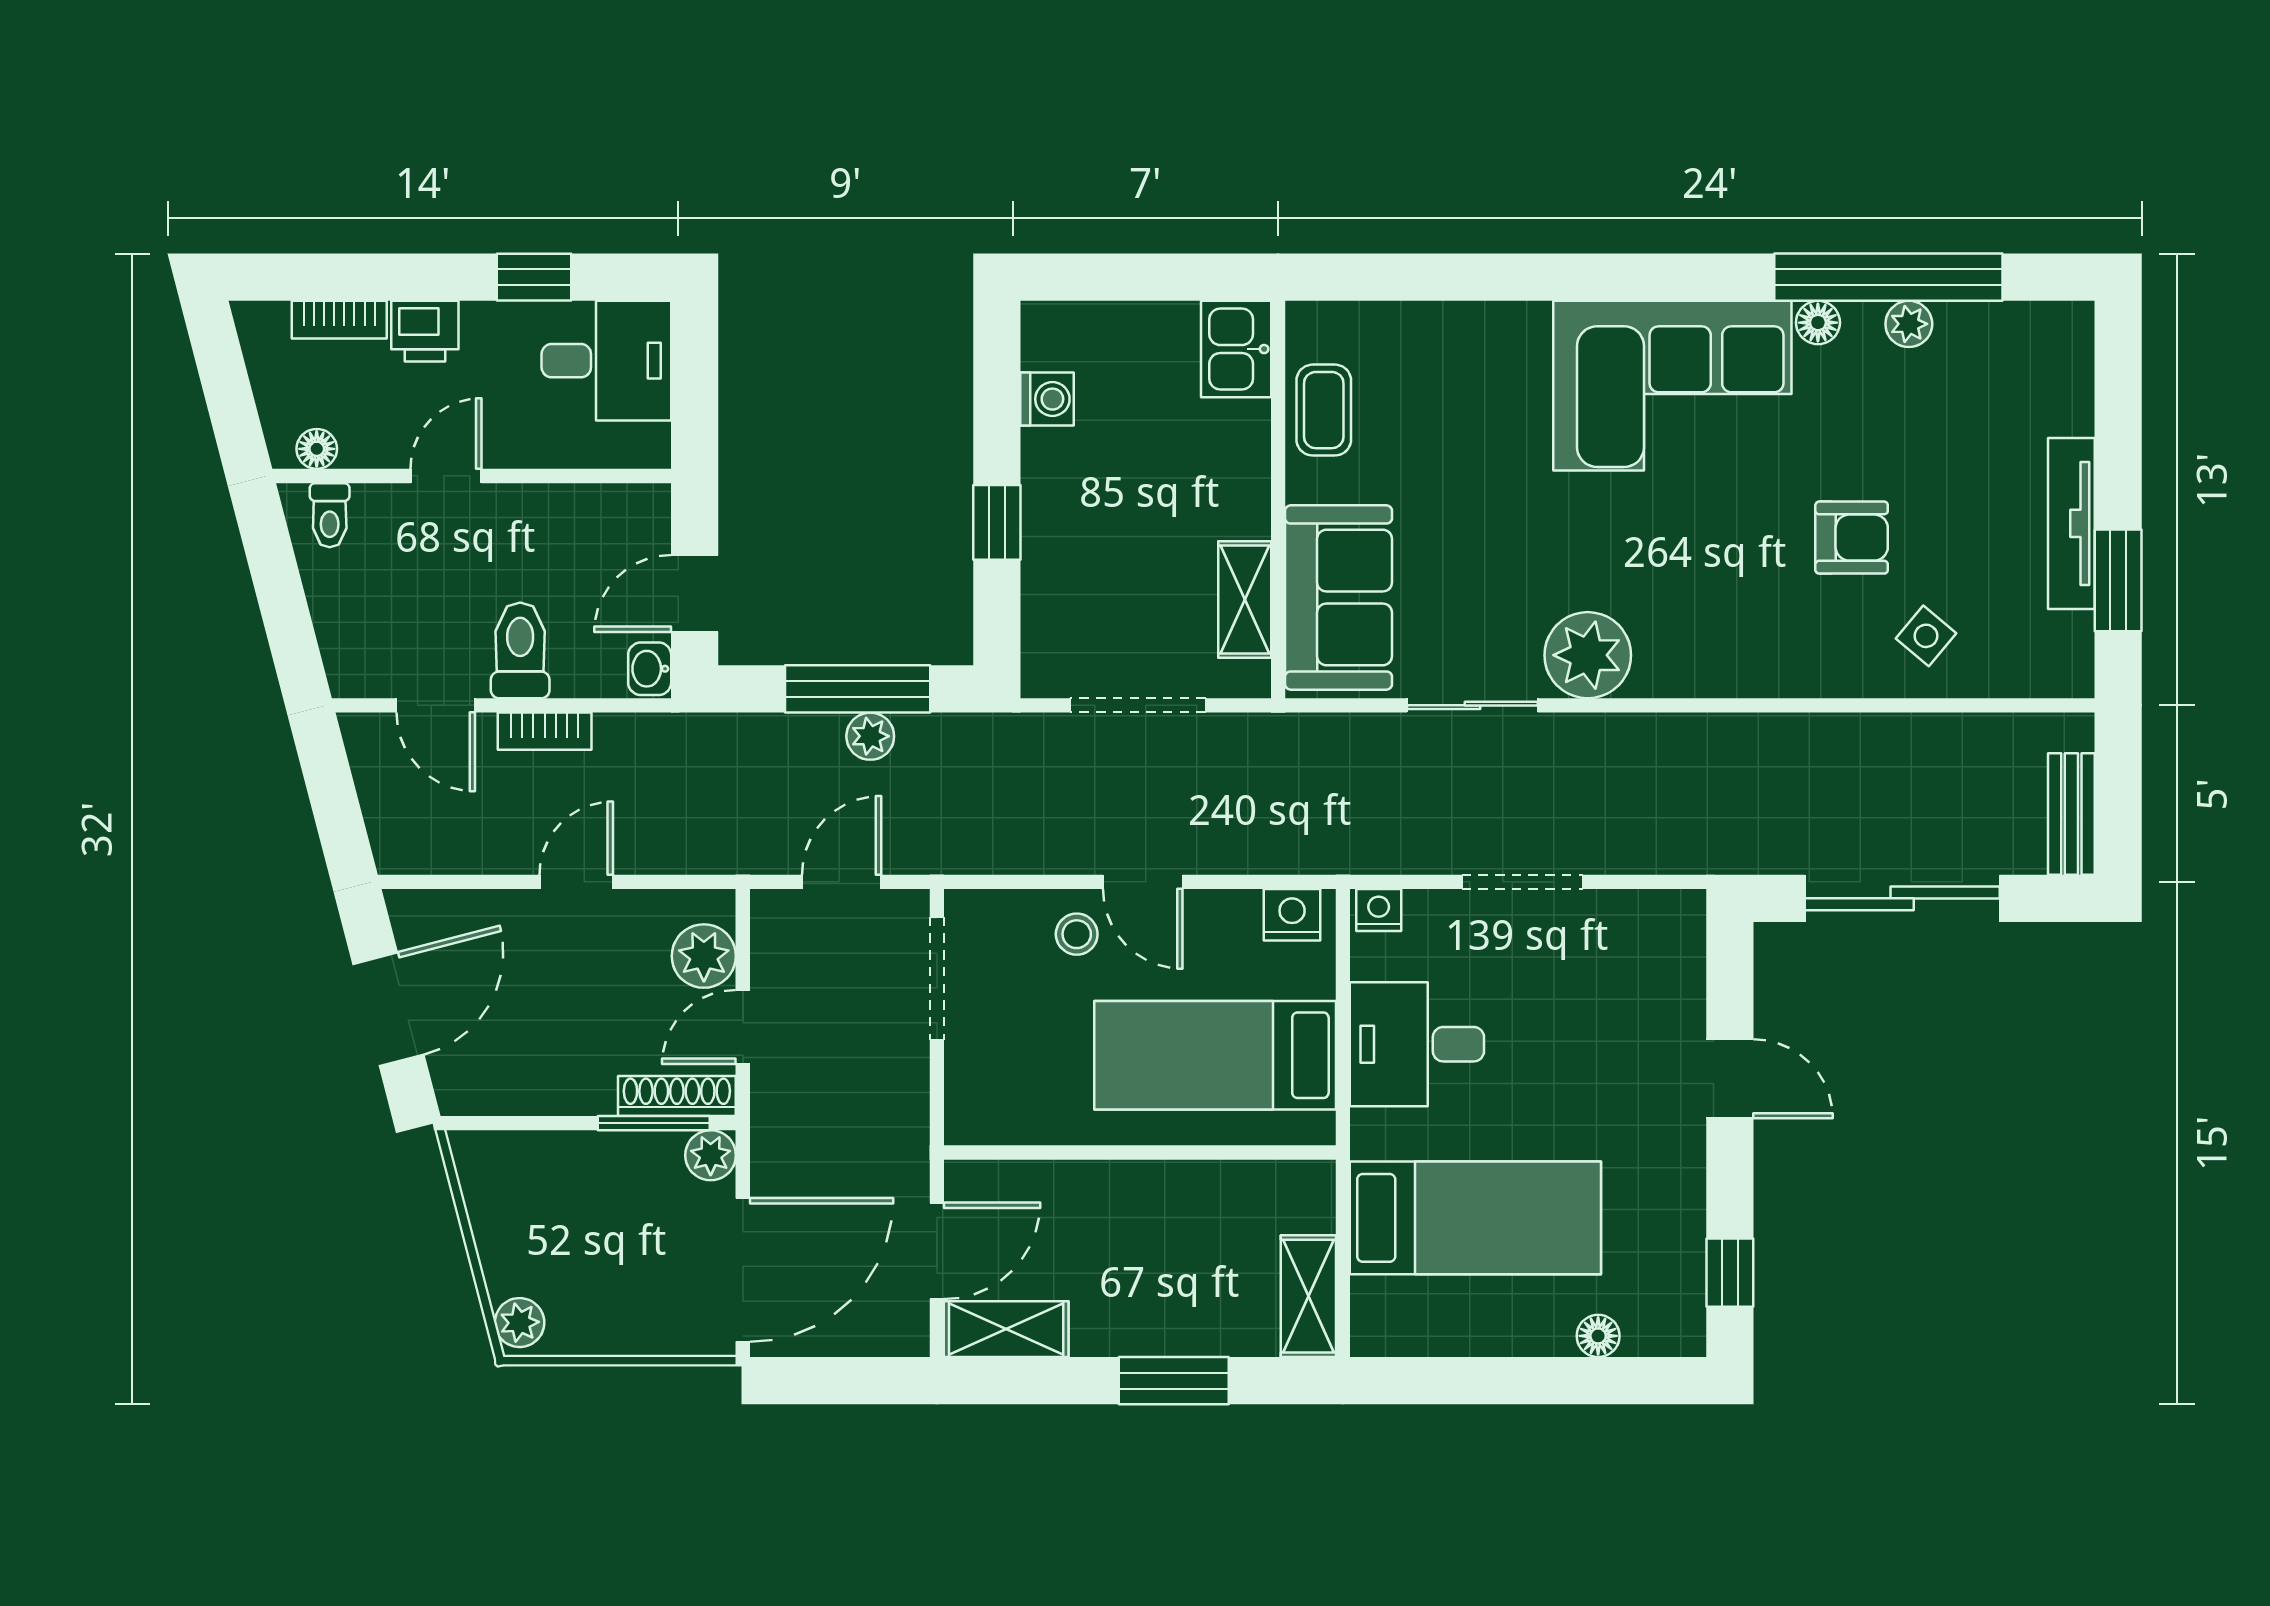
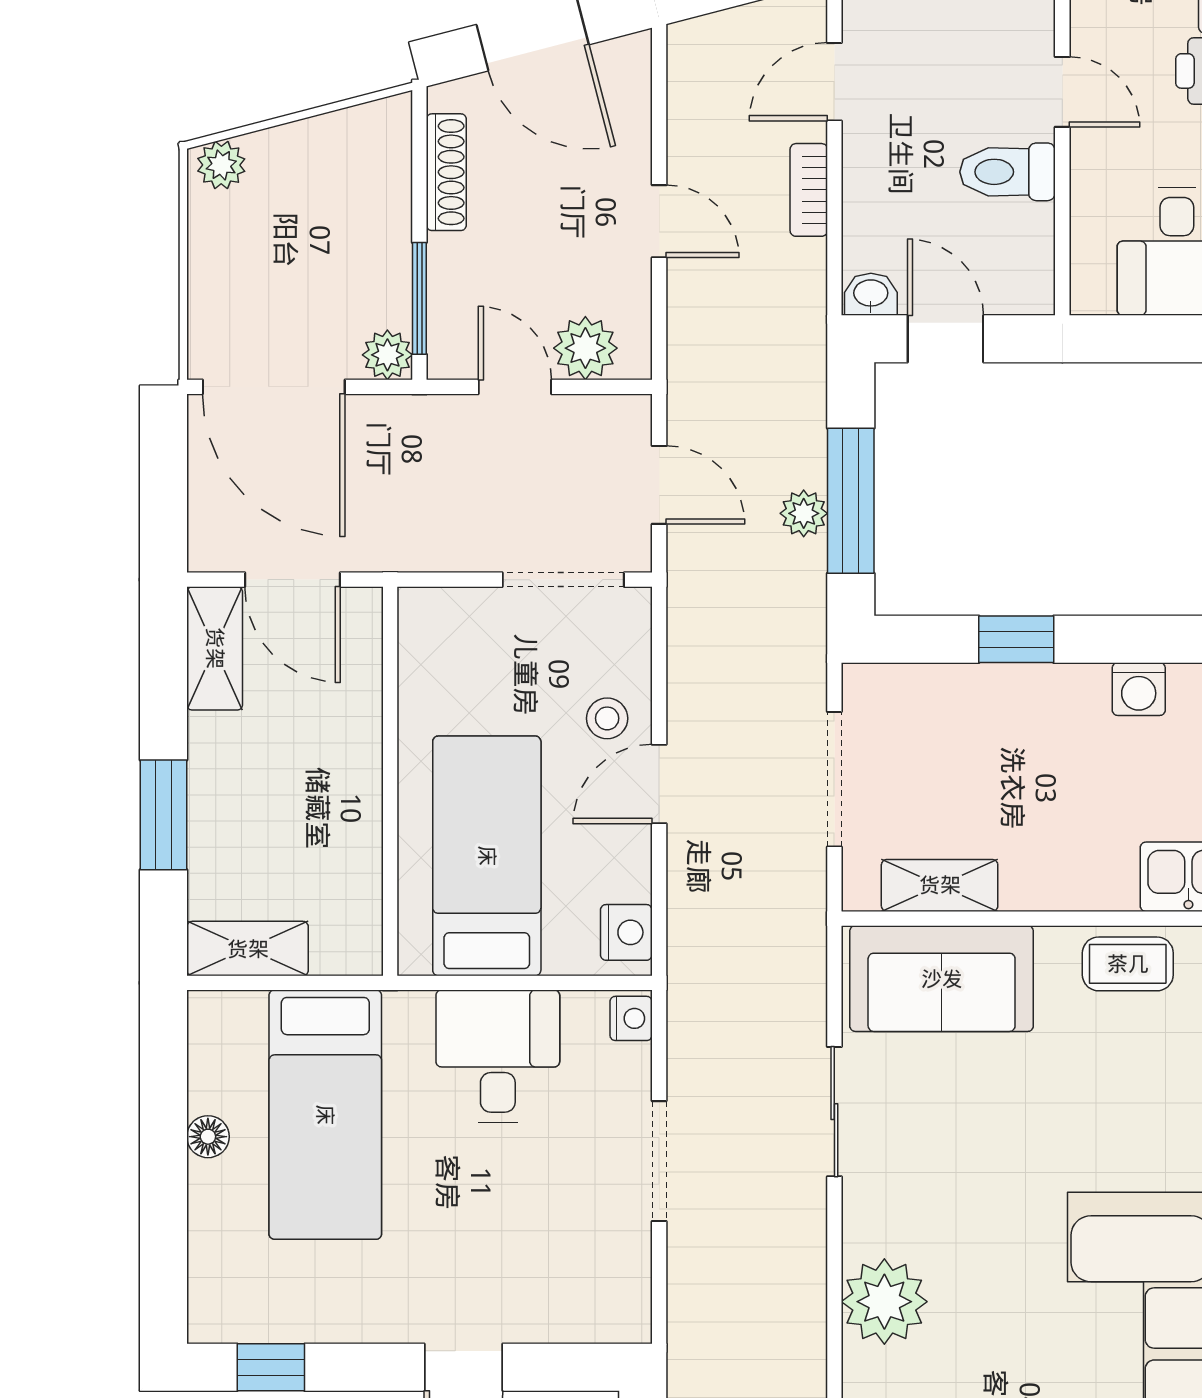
toilet: (520, 650) -> (1008, 172), moved, turned 180
plant: (1588, 655) -> (884, 1302), moved
shoe rack: (677, 1096) -> (446, 172), moved
floor lamp: (1598, 1336) -> (208, 1137), moved

